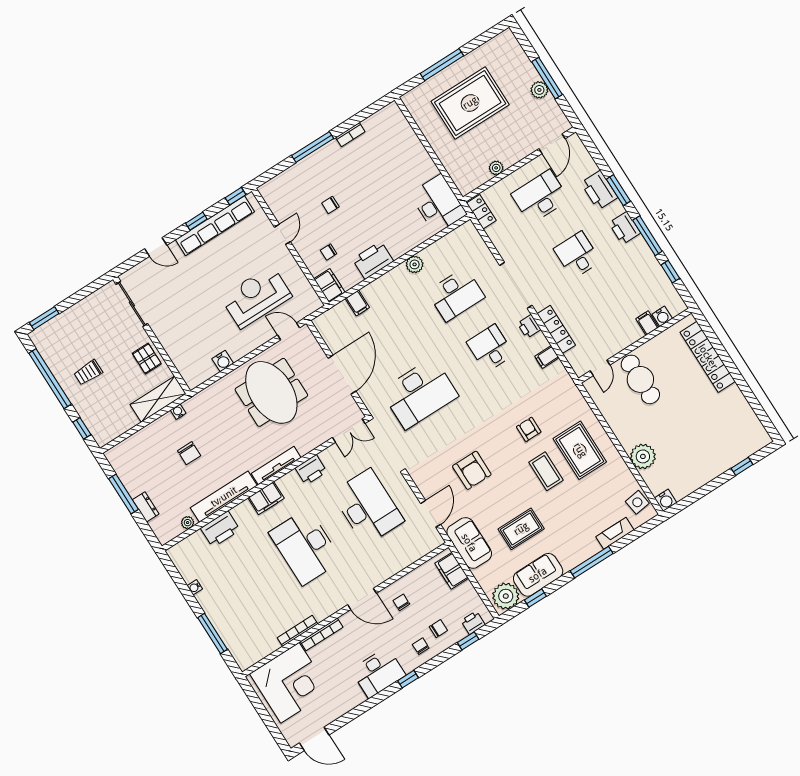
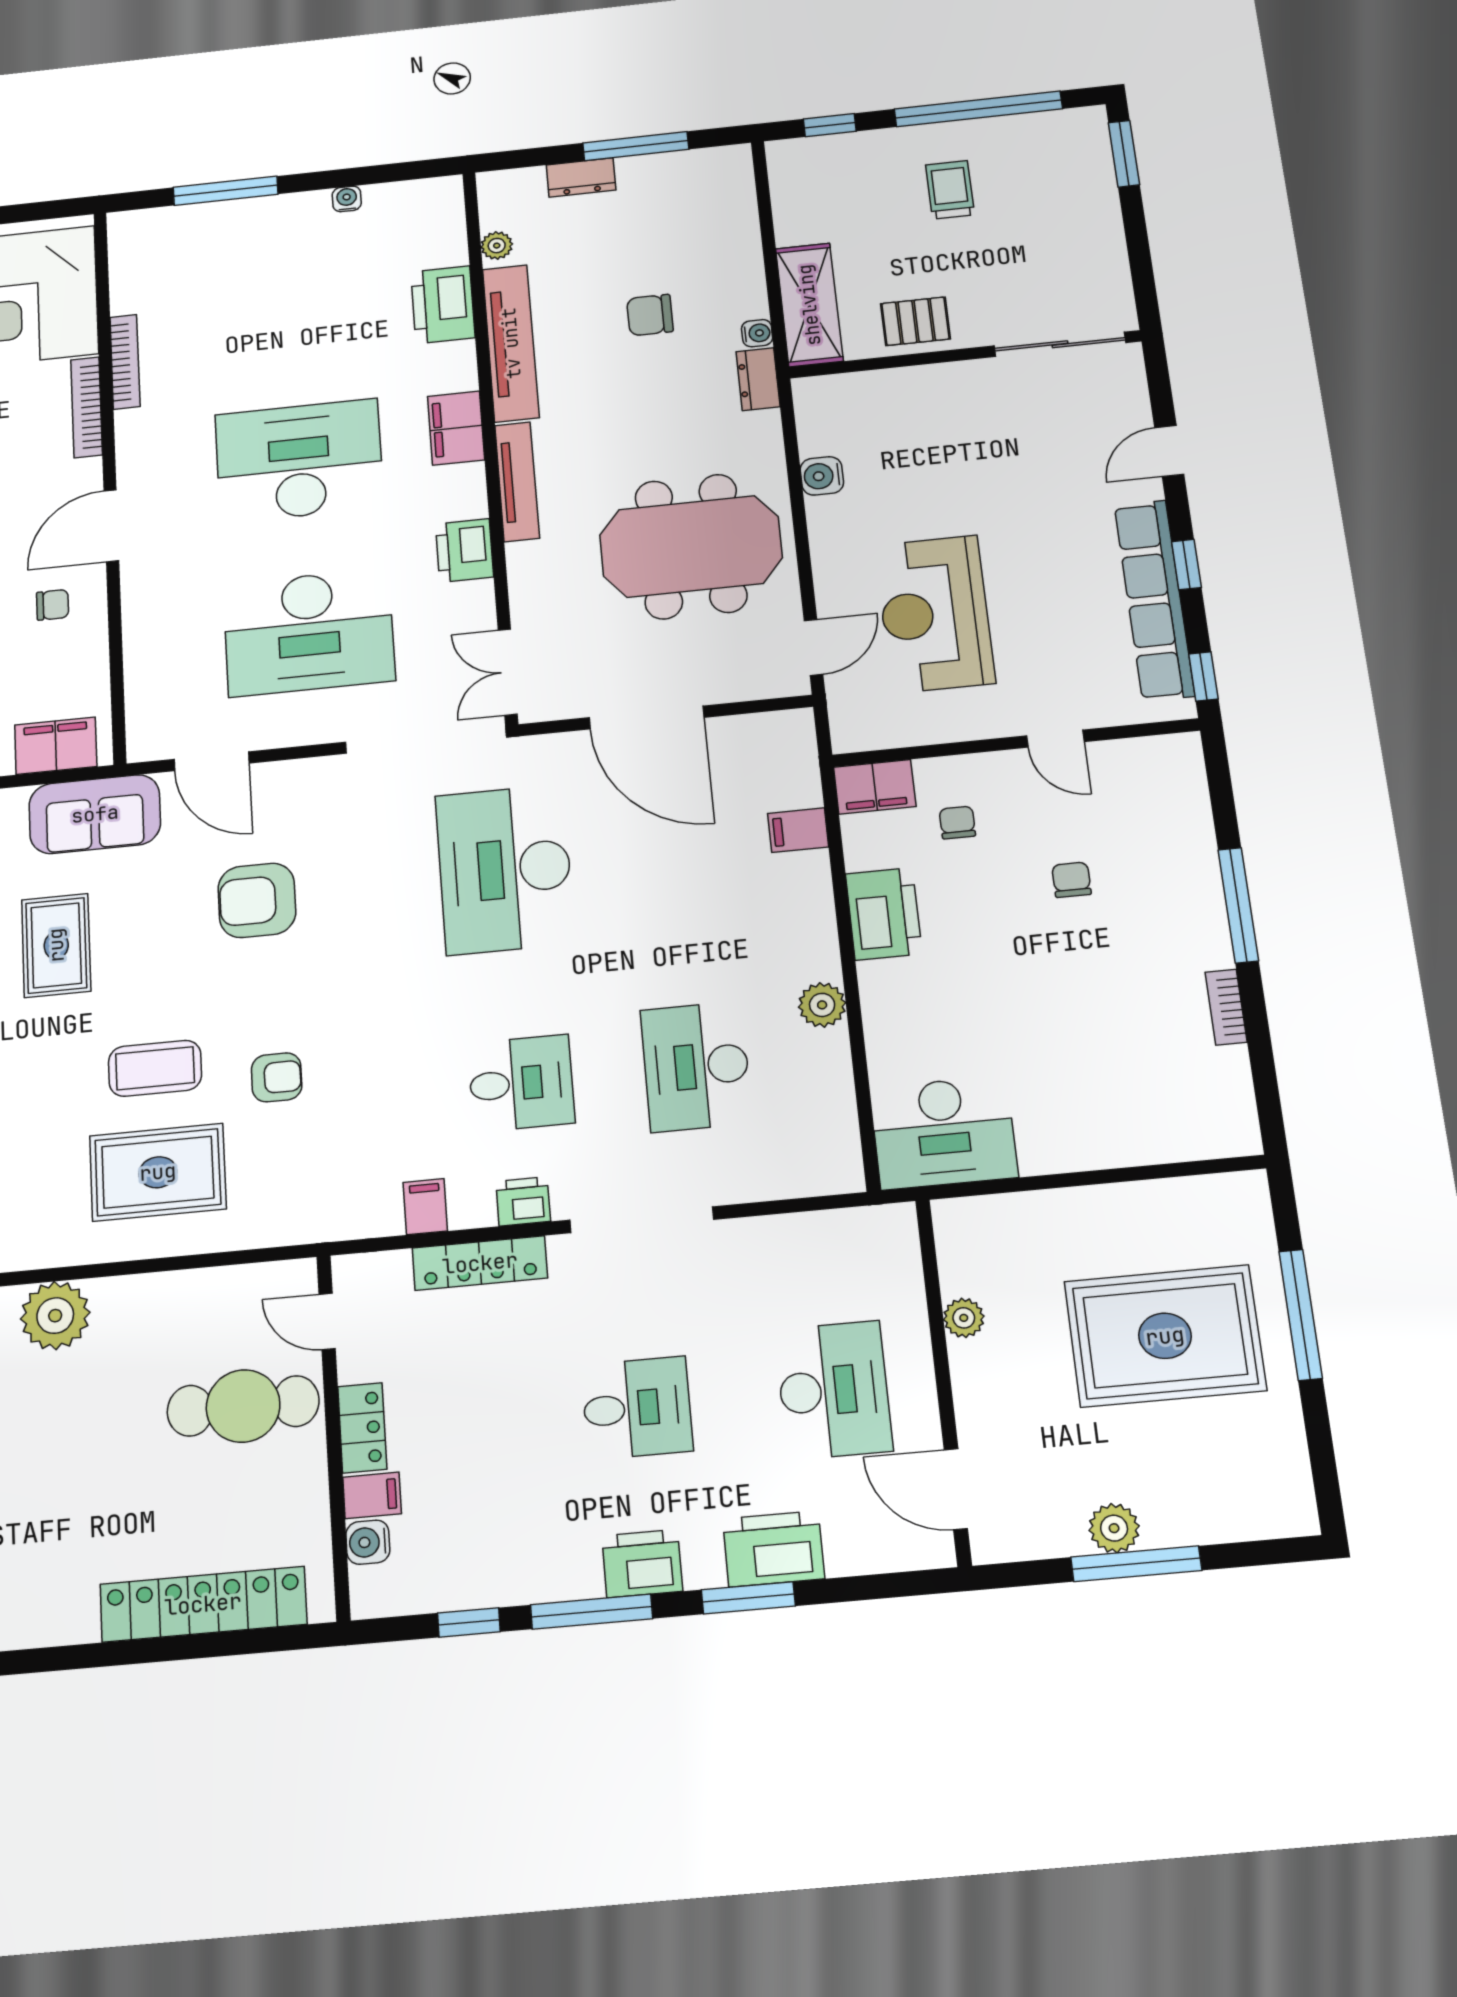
rug: (470, 103) -> (1165, 1336), turned 90
locker: (481, 212) -> (362, 1428), moved, turned -90
reception desk: (256, 297) -> (935, 614), turned 180
dresser: (196, 402) -> (758, 379), added

